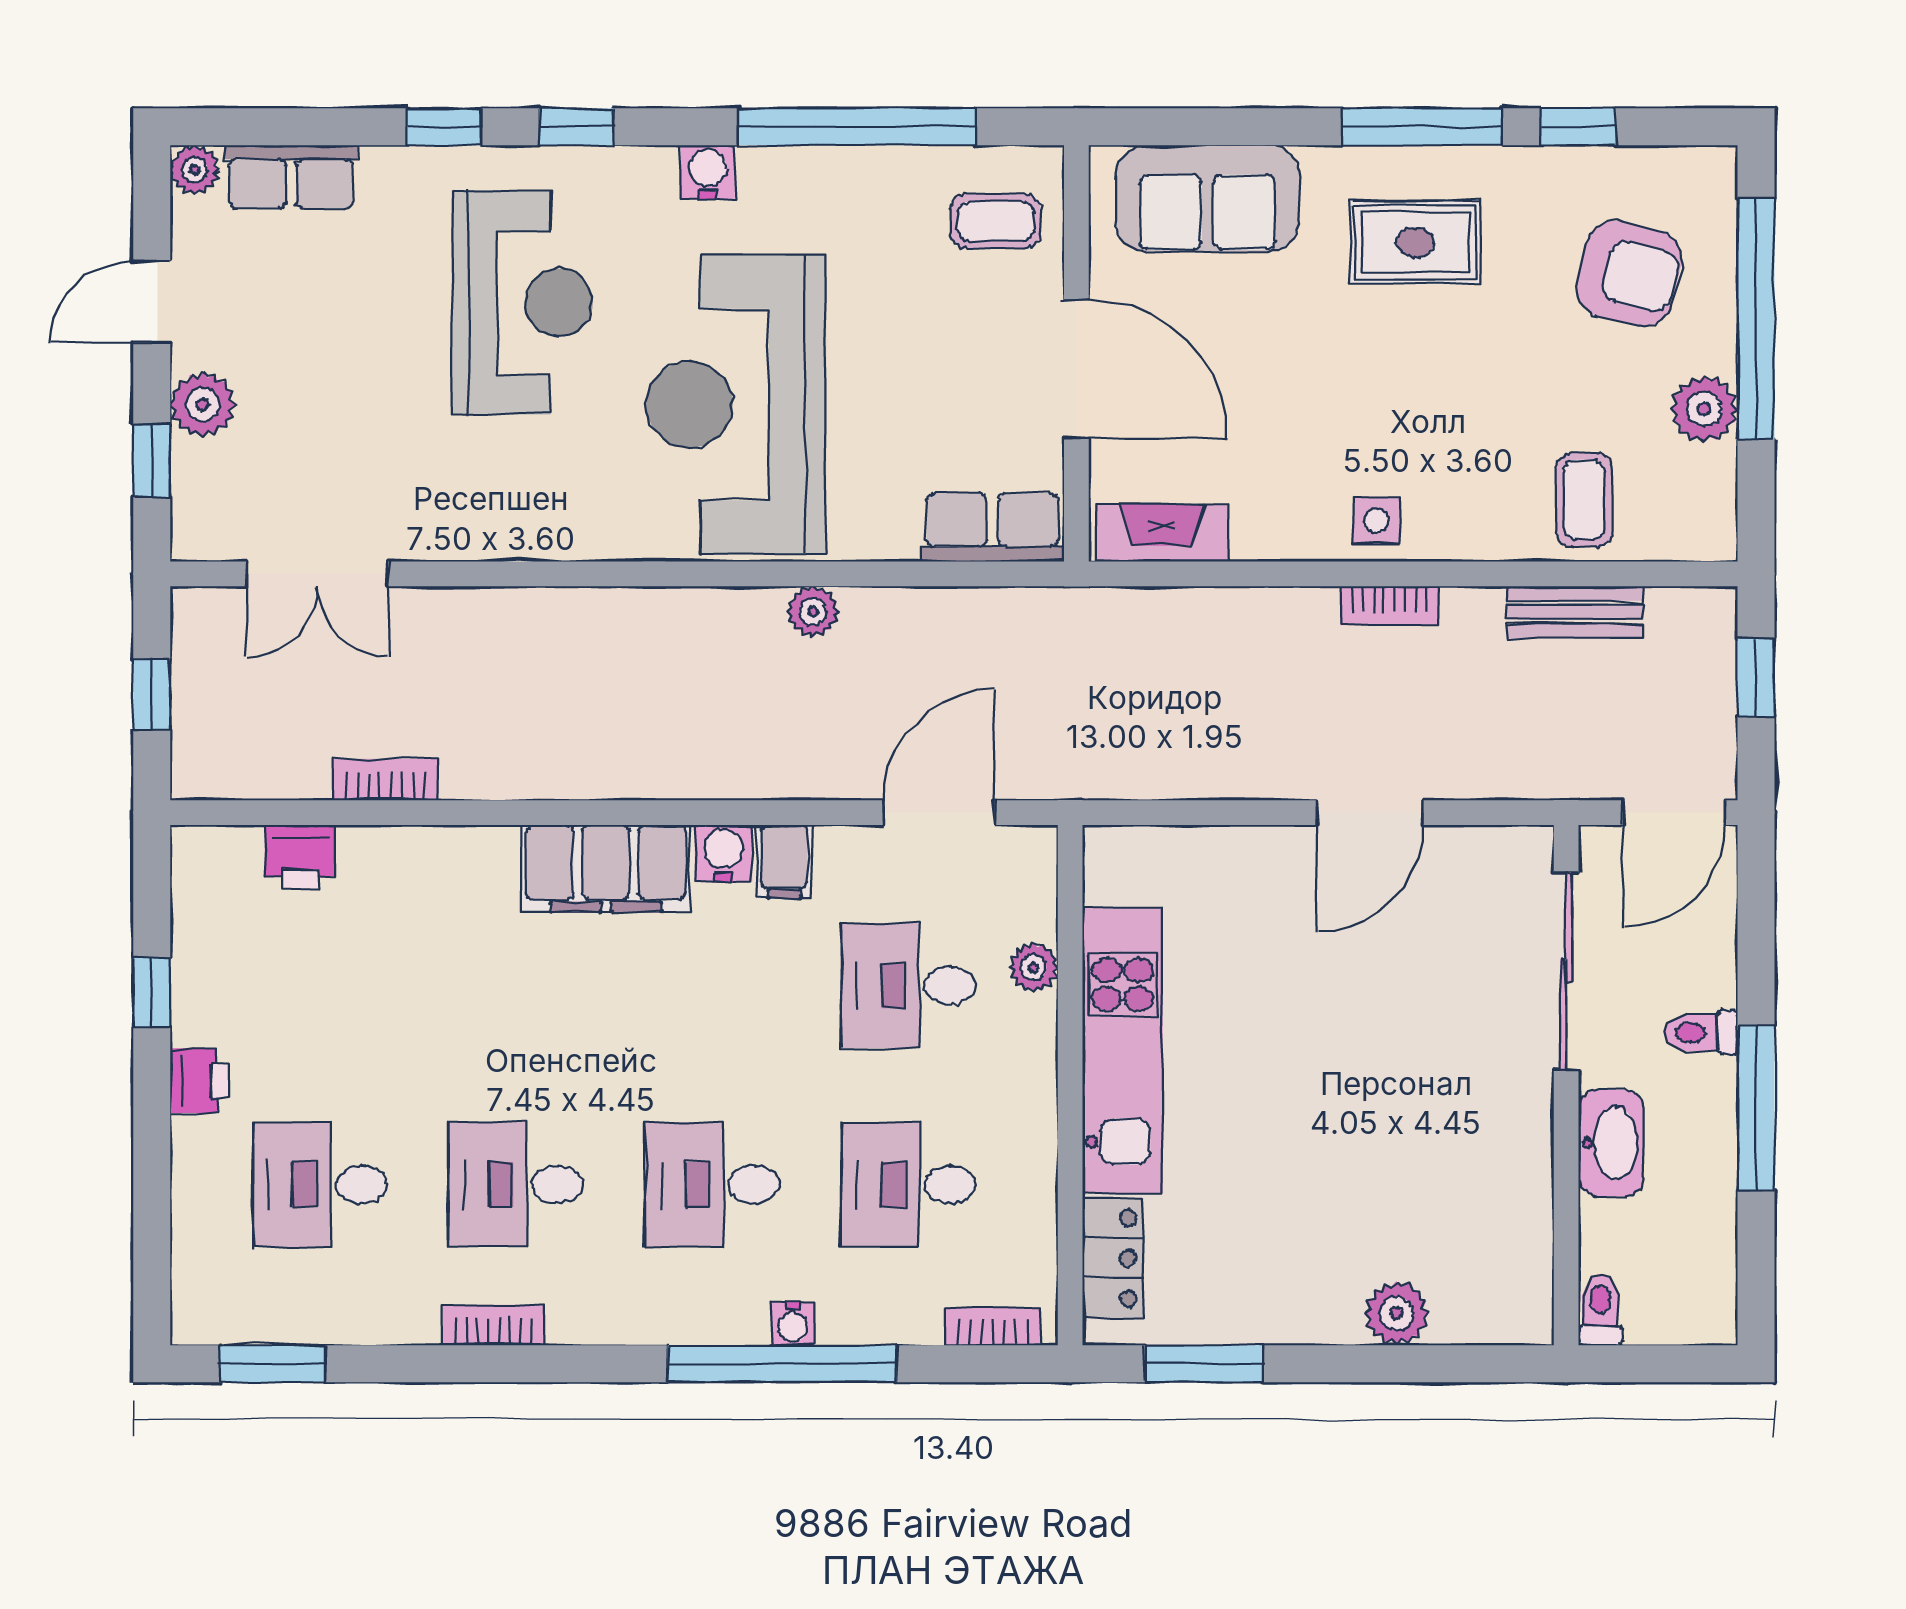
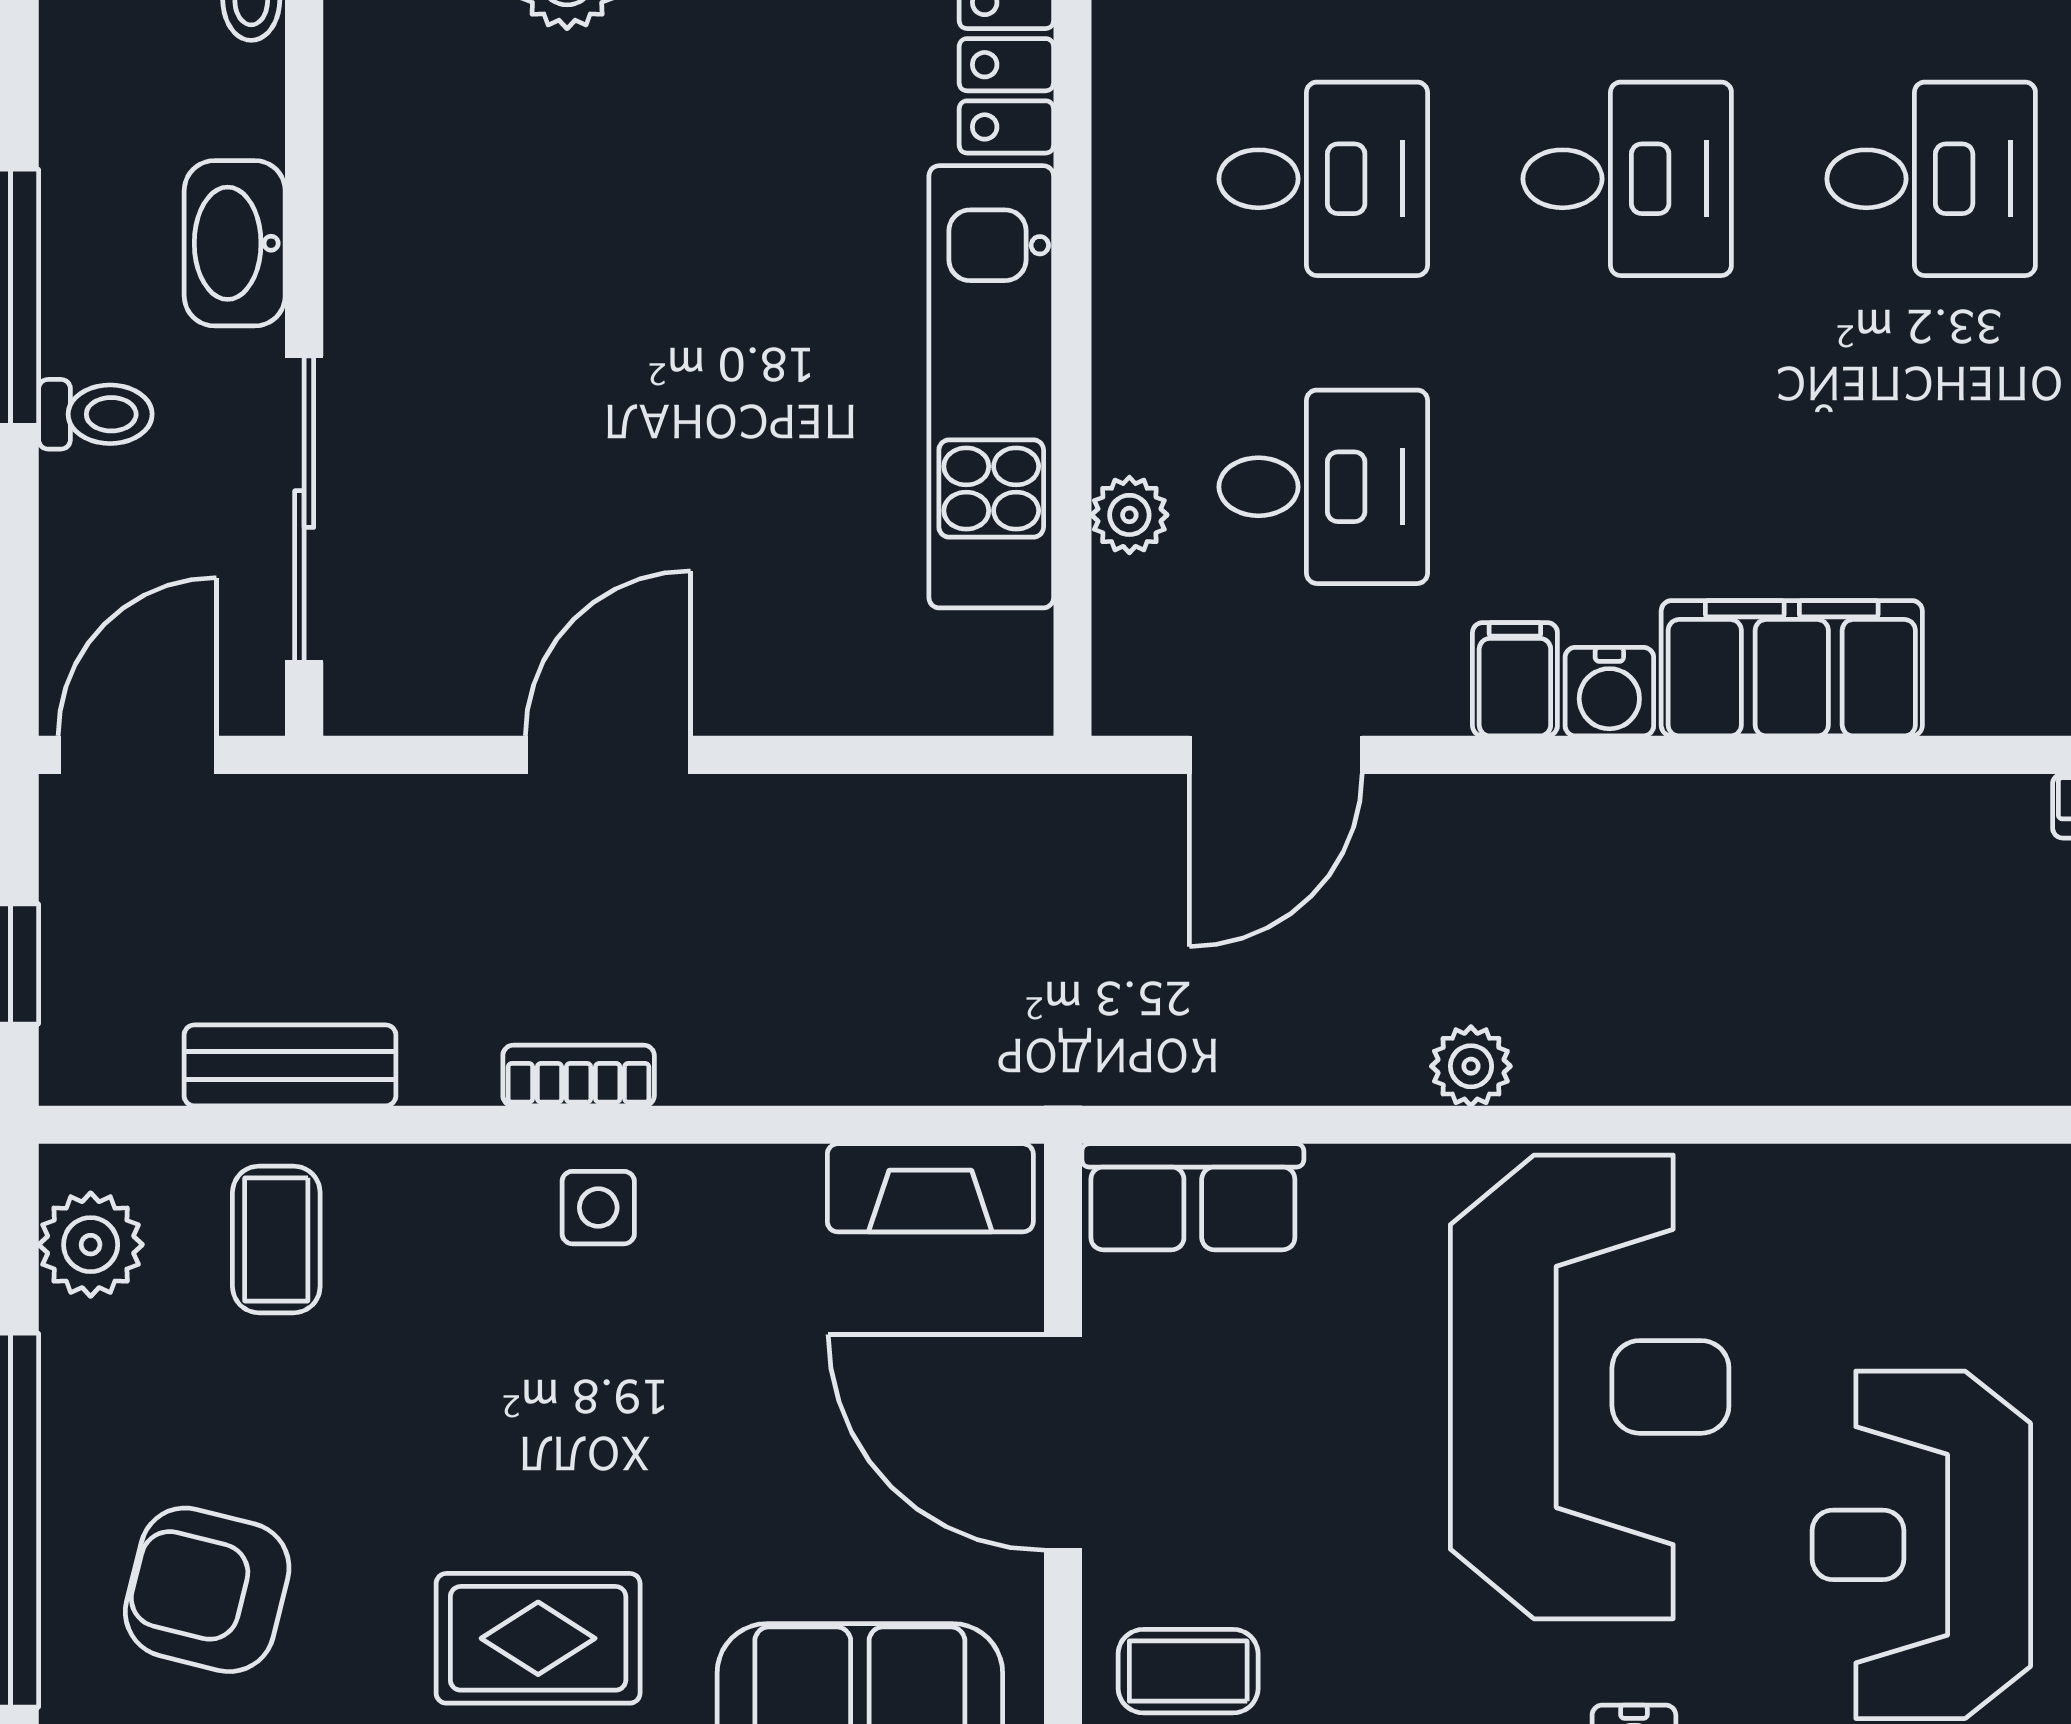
plant: (1704, 409) -> (91, 1245), moved

